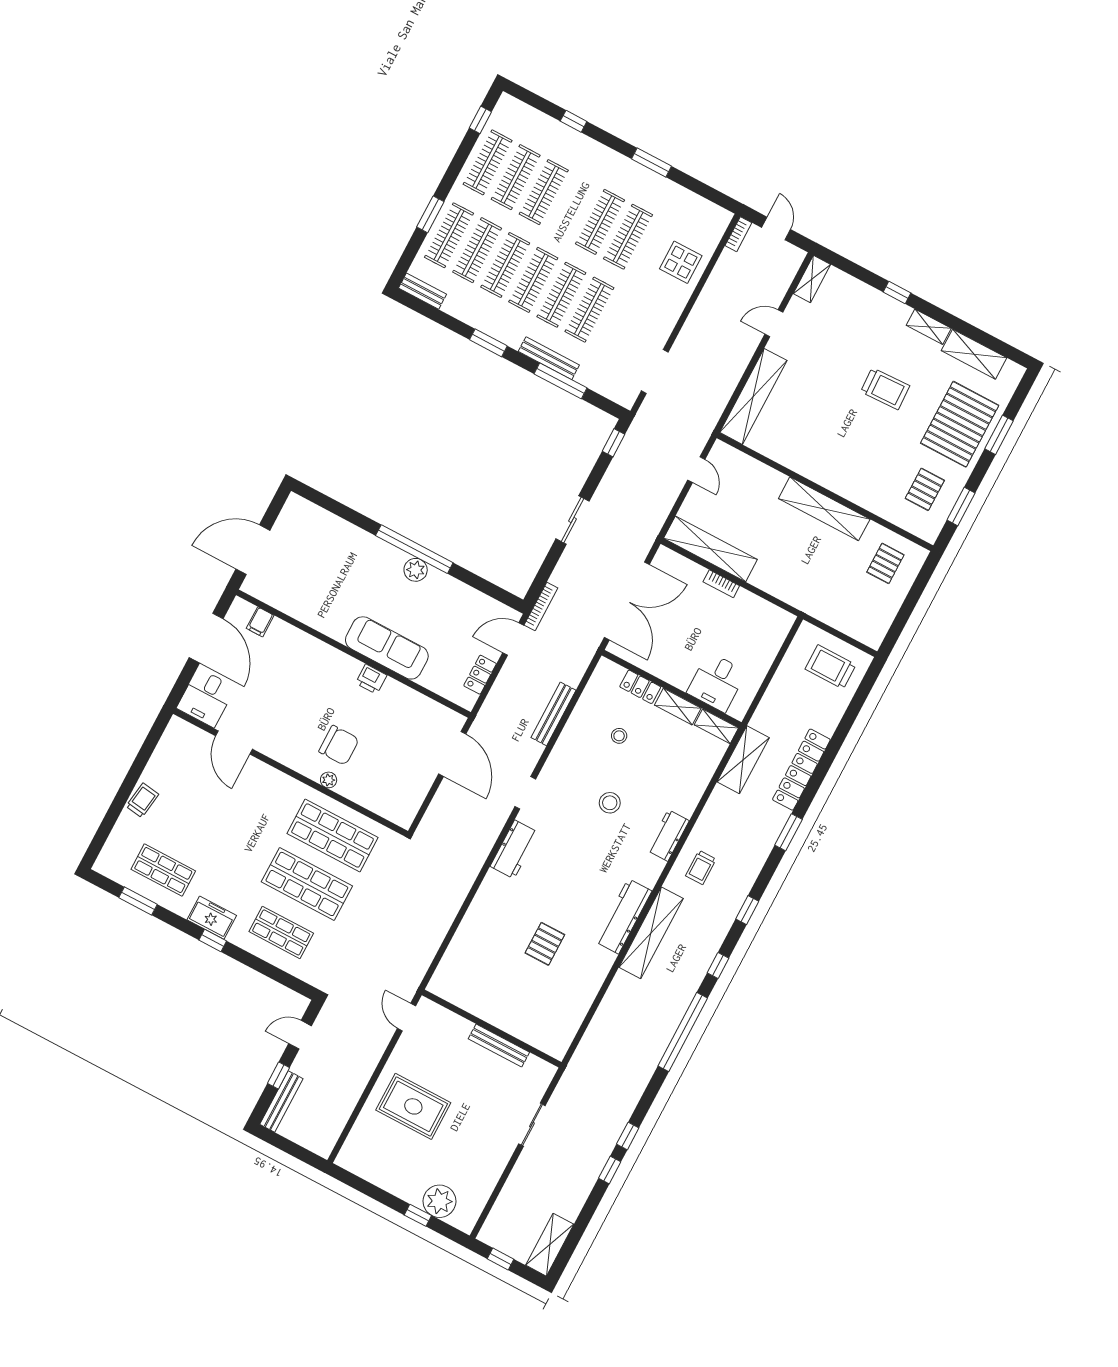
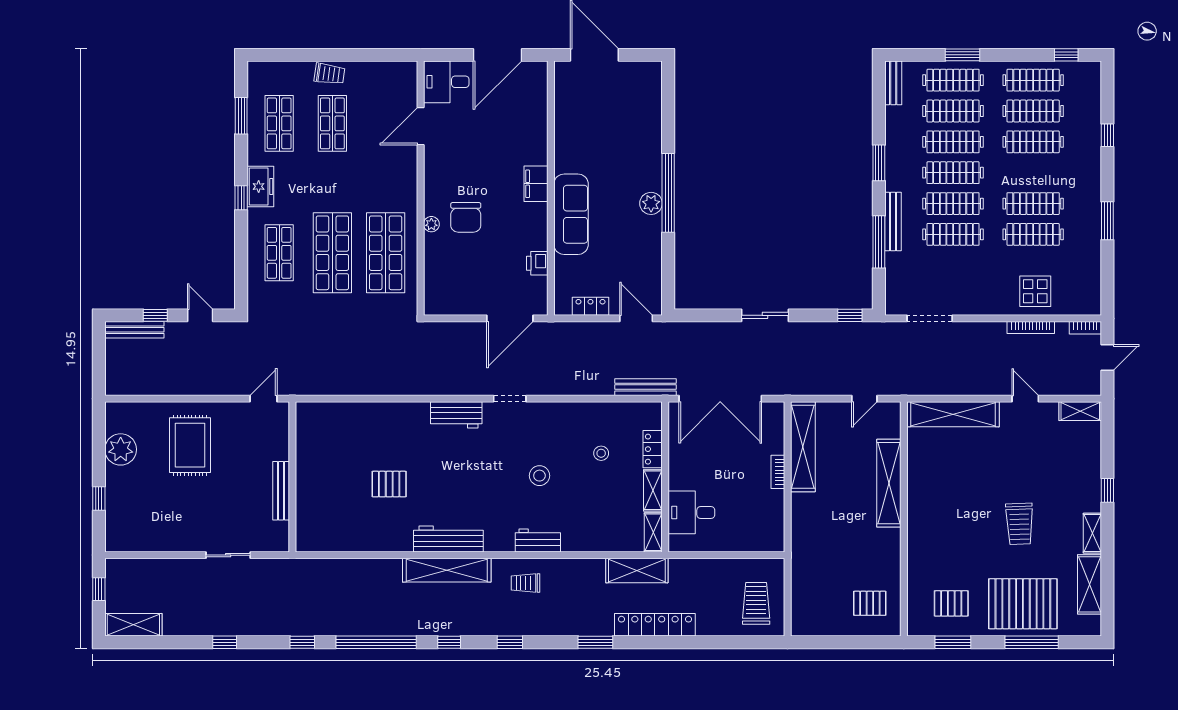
window: (999, 435) -> (1032, 642), width x1.44
shelving: (824, 509) -> (889, 483), moved
bookcase: (541, 606) -> (1031, 328), moved
filing cabinet: (260, 622) -> (536, 184), moved, width x2.00
printer: (371, 679) -> (537, 263), moved
bench: (554, 714) -> (646, 387), moved
shop shelf: (189, 822) -> (332, 123), added
window: (628, 1136) -> (302, 642), moved
plant: (439, 1201) -> (121, 449), moved

